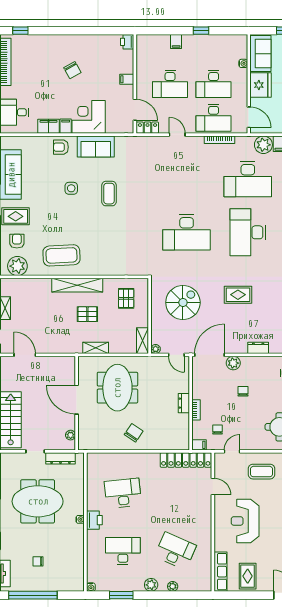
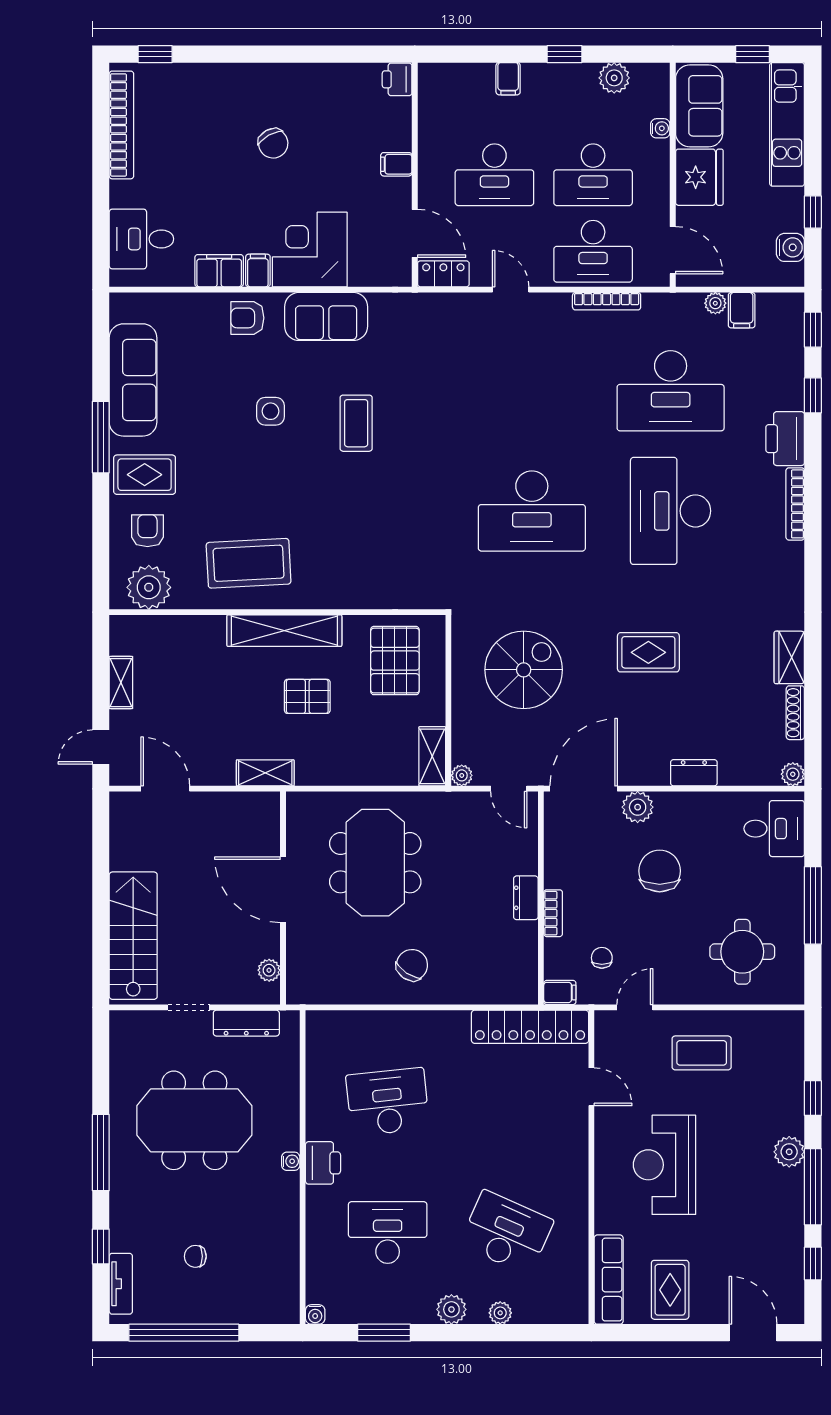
plant: (223, 41) -> (614, 78), added
plant: (263, 145) -> (715, 303), width x0.53, depth x0.53
pallet: (126, 298) -> (395, 661), width x1.50, depth x1.42
shelving: (96, 348) -> (265, 773), moved
chair: (243, 391) -> (660, 871), width x1.87, depth x1.87

